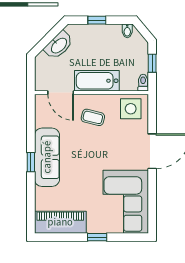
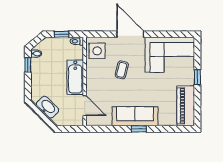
window: (97, 20) -> (28, 65), moved
door: (61, 93) -> (85, 106), hinge flipped
coffee table: (93, 117) -> (122, 70), moved

